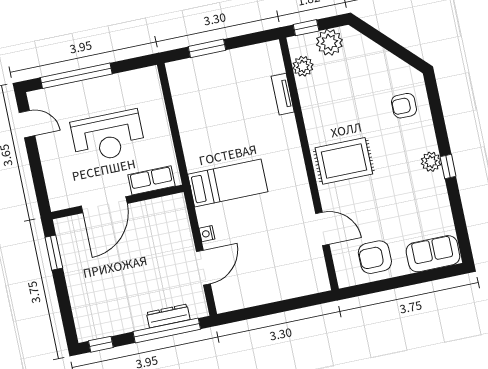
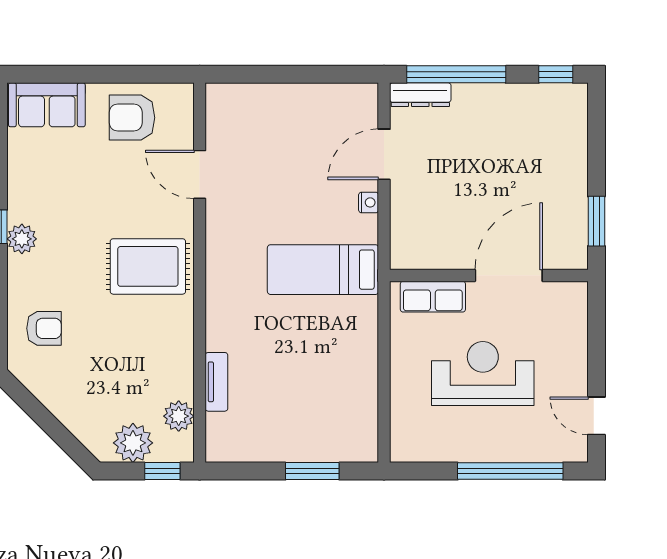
armchair: (375, 257) -> (132, 118), turned 180
dresser: (168, 316) -> (420, 95), moved

